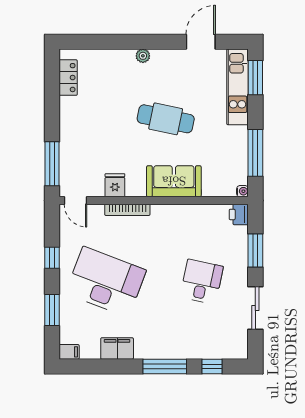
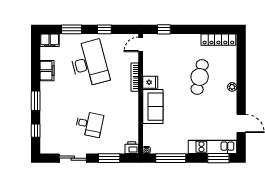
locker: (68, 78) -> (218, 40), width x1.53
cafe table: (166, 119) -> (200, 77), moved
window: (52, 164) -> (164, 29), width x0.46
fridge: (115, 185) -> (150, 82), moved
desk: (106, 282) -> (89, 63), turned -36
filing cabinet: (69, 352) -> (50, 40), width x2.00
window: (165, 366) -> (36, 101), width x0.69

